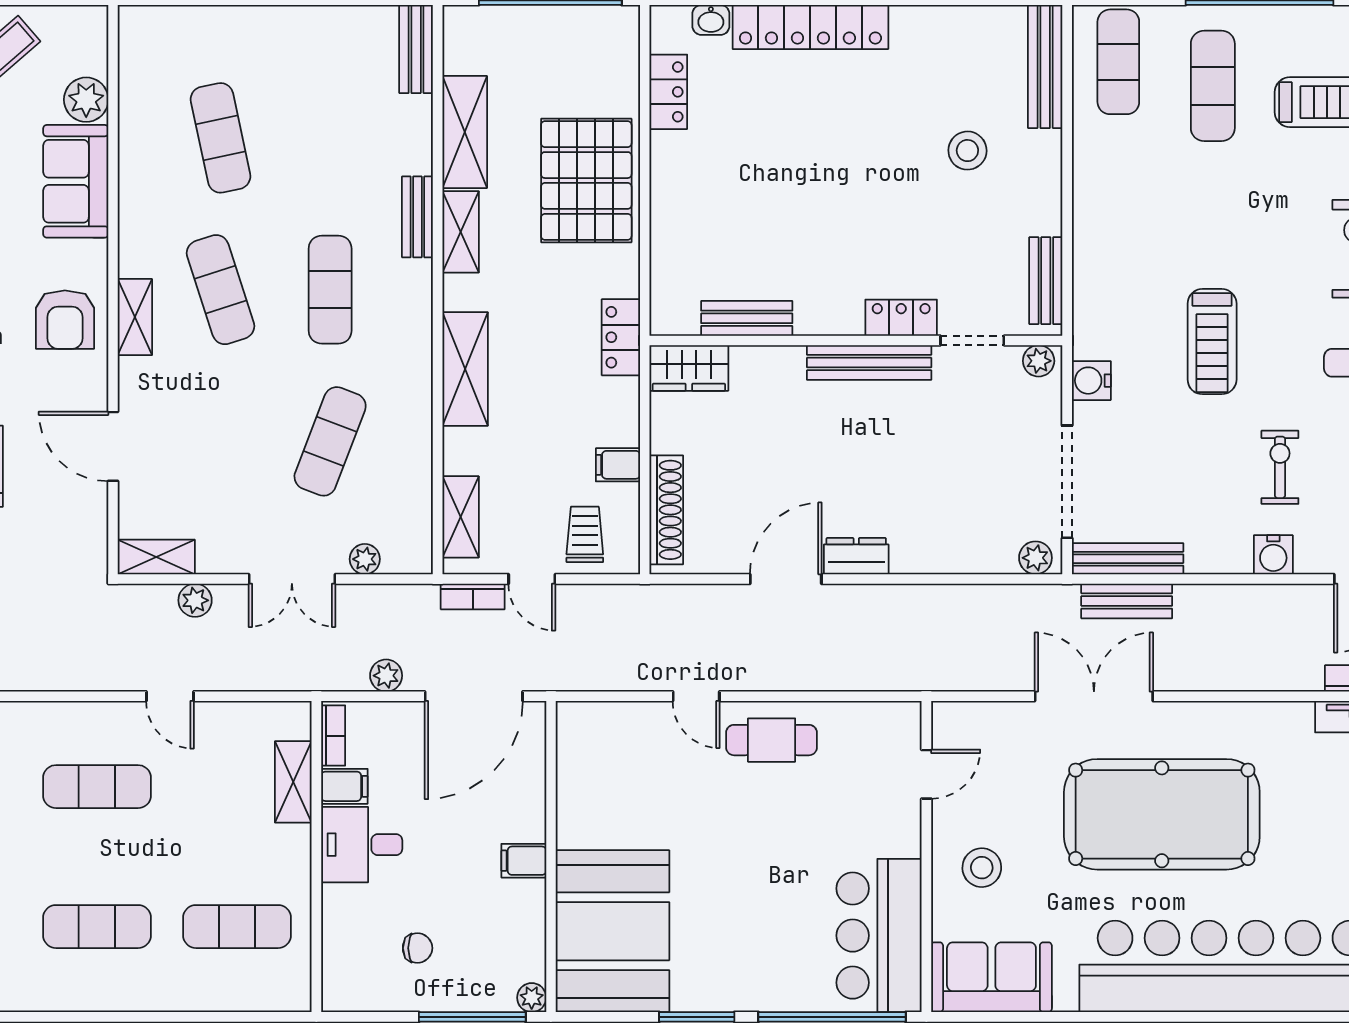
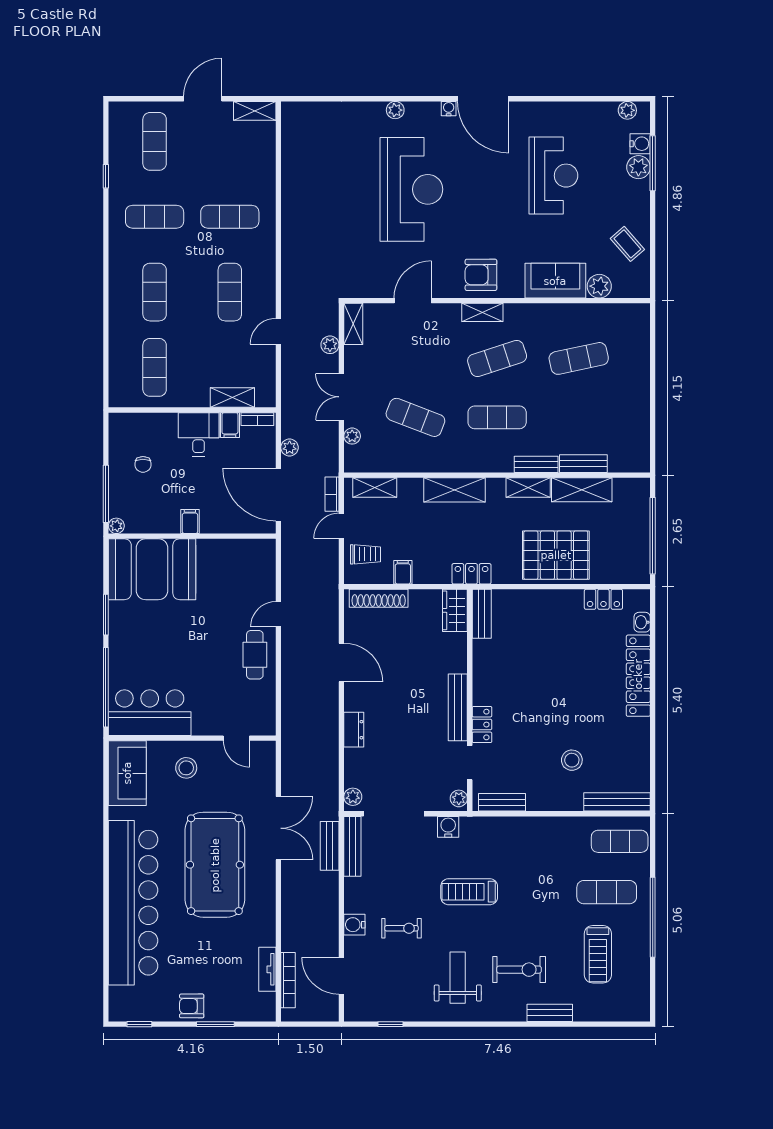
bench: (416, 49) -> (583, 464), moved
bench: (747, 318) -> (482, 614), moved
dresser: (856, 556) -> (354, 730), moved

